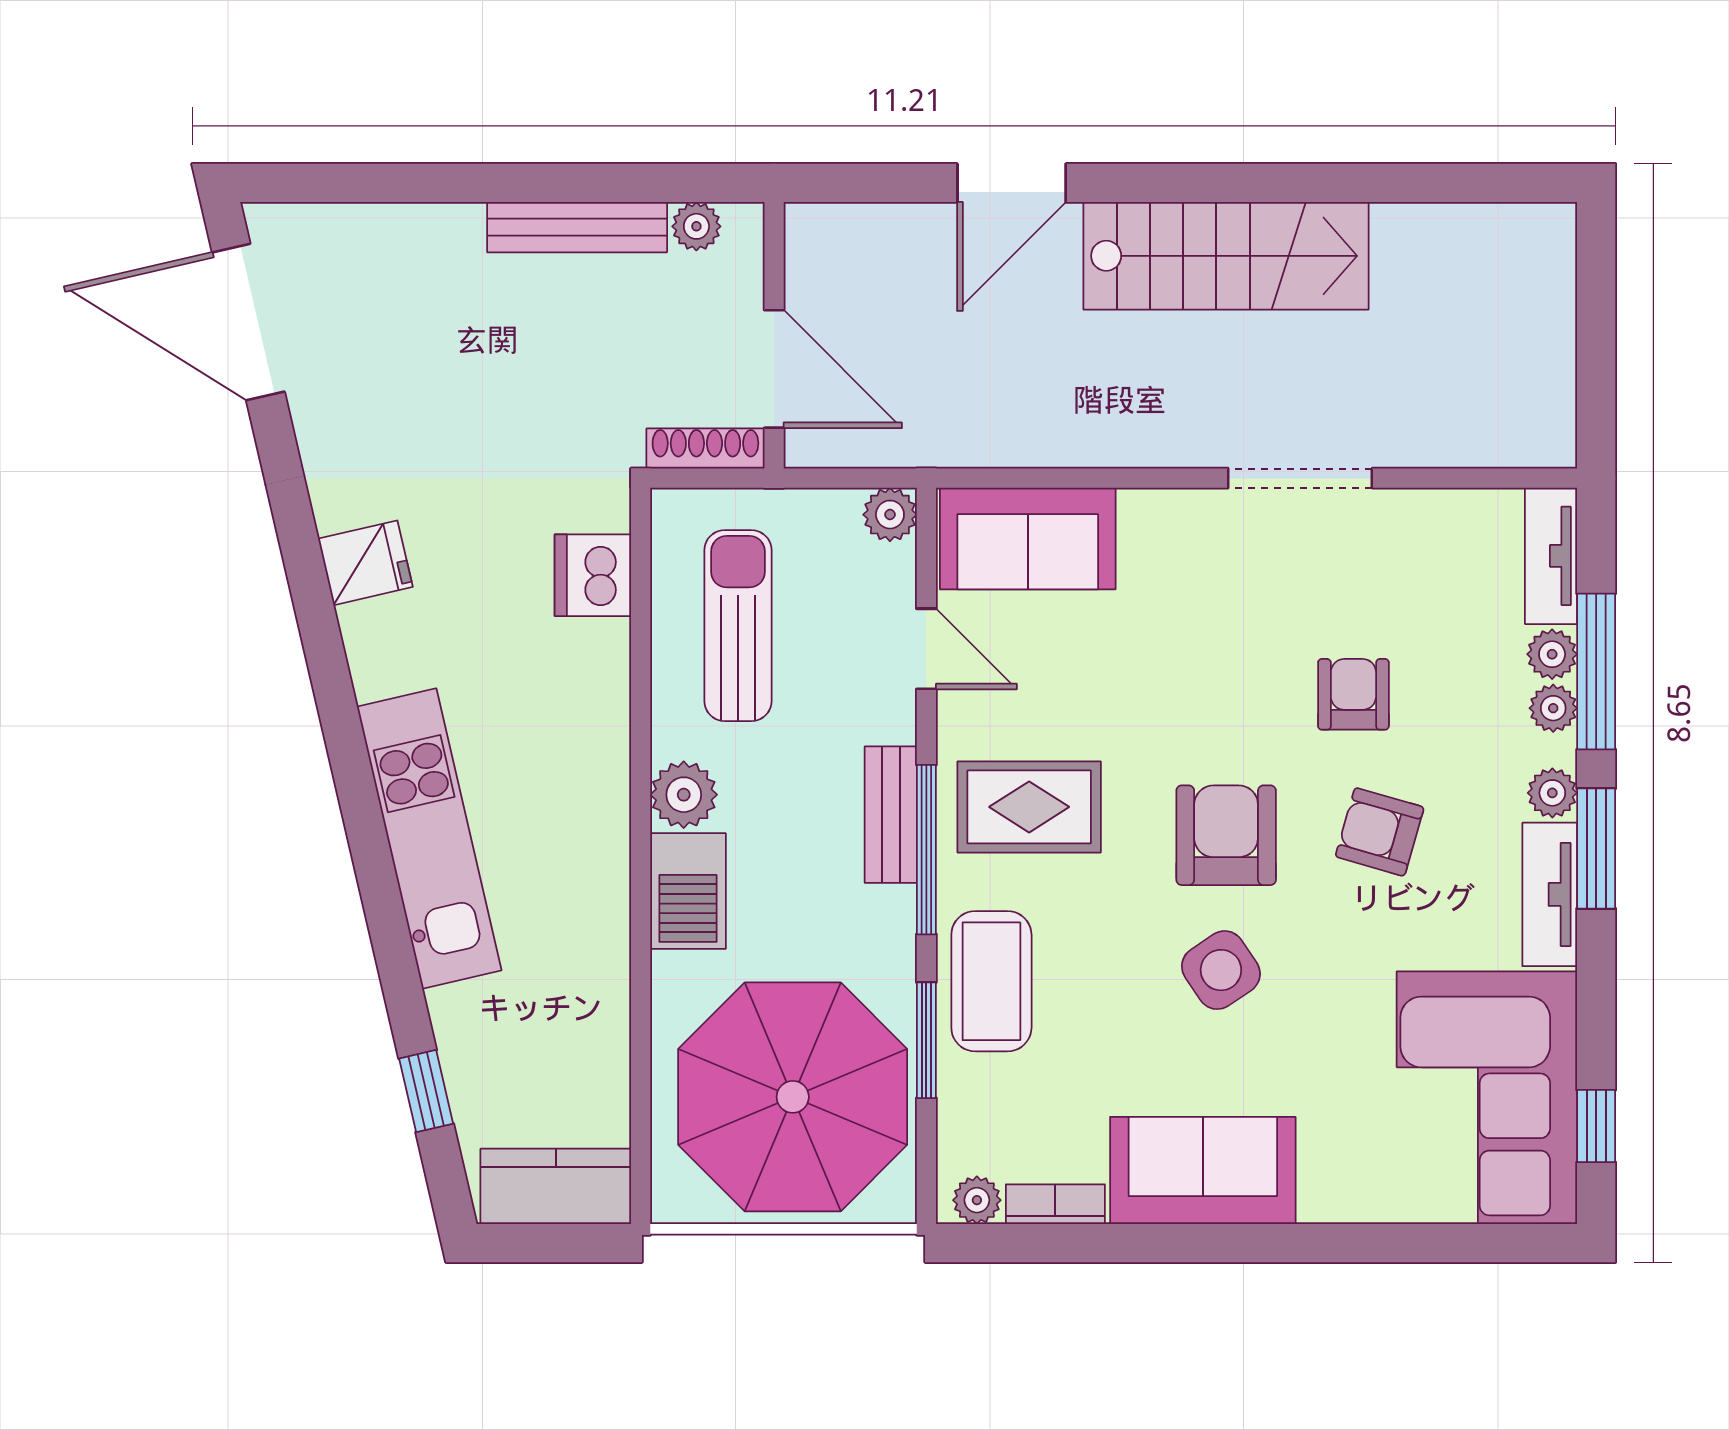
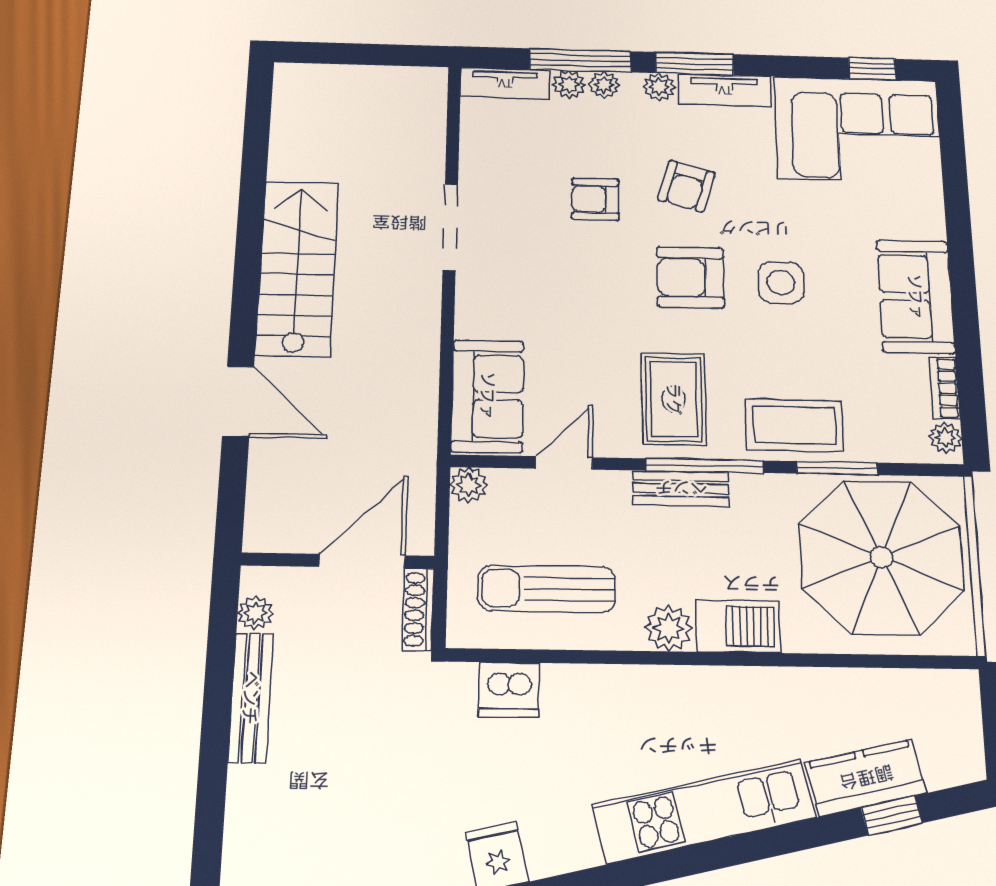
side table: (1221, 970) -> (781, 283), turned 34
kitchen counter: (556, 1186) -> (866, 778), moved, turned 77

